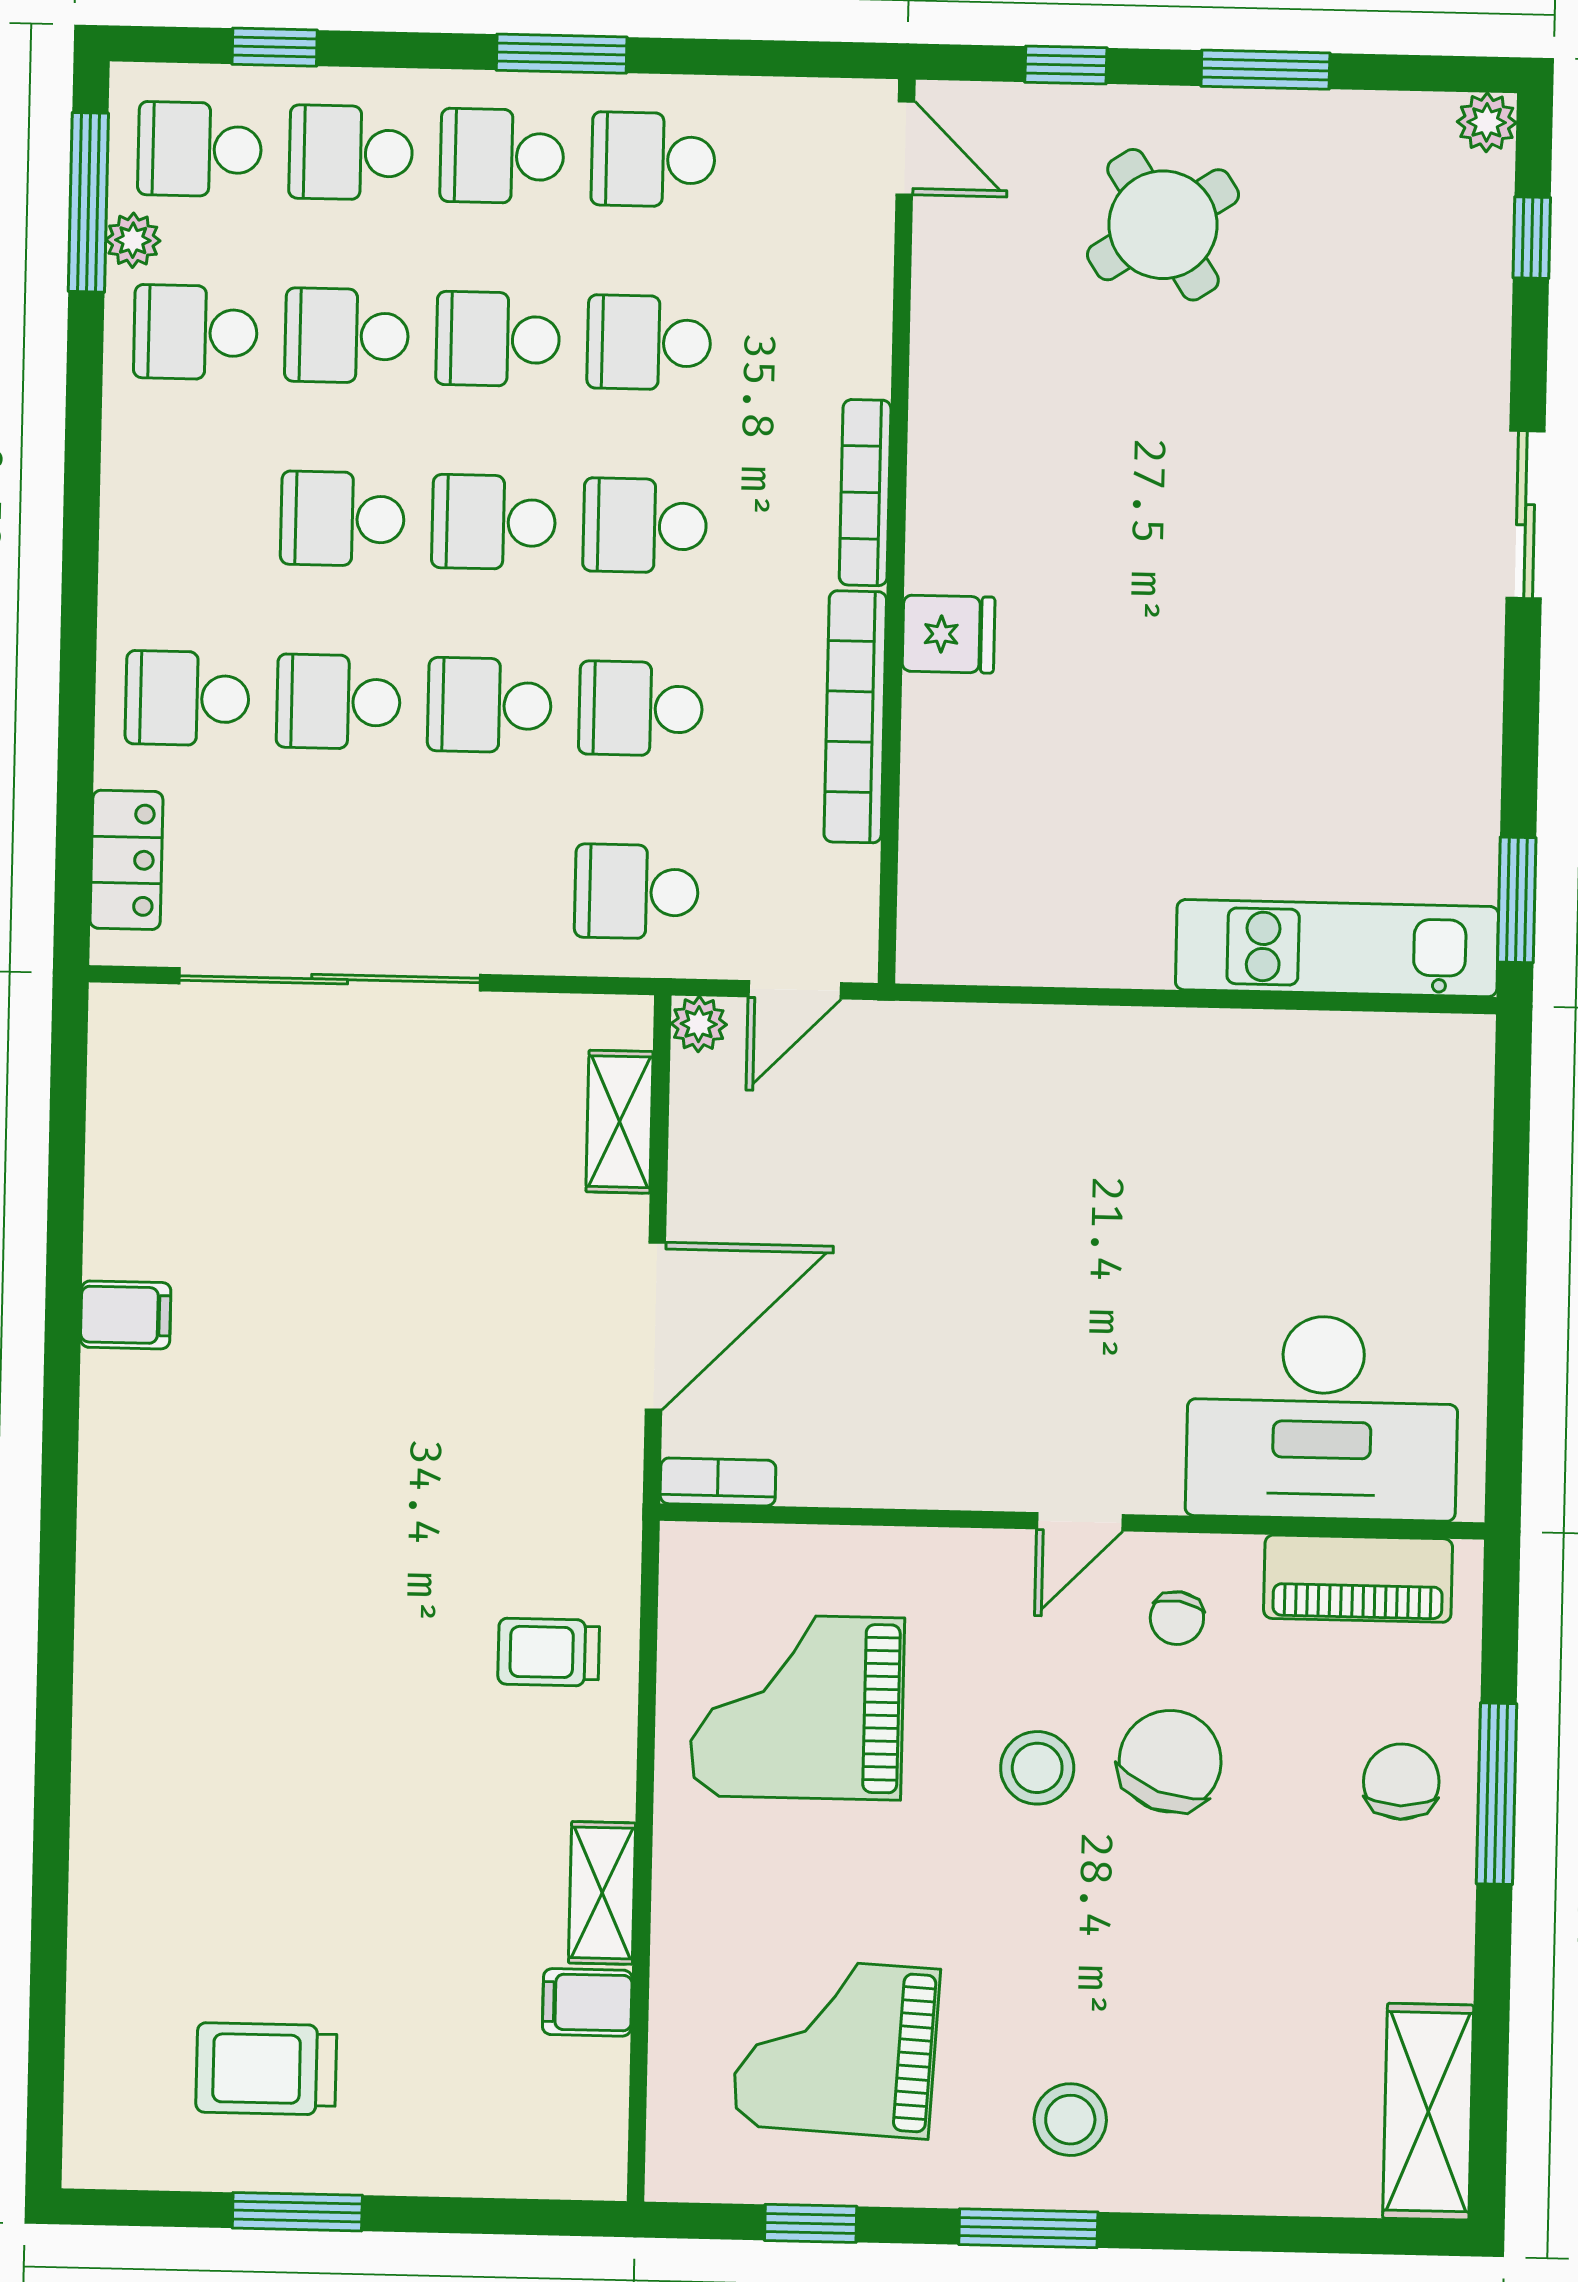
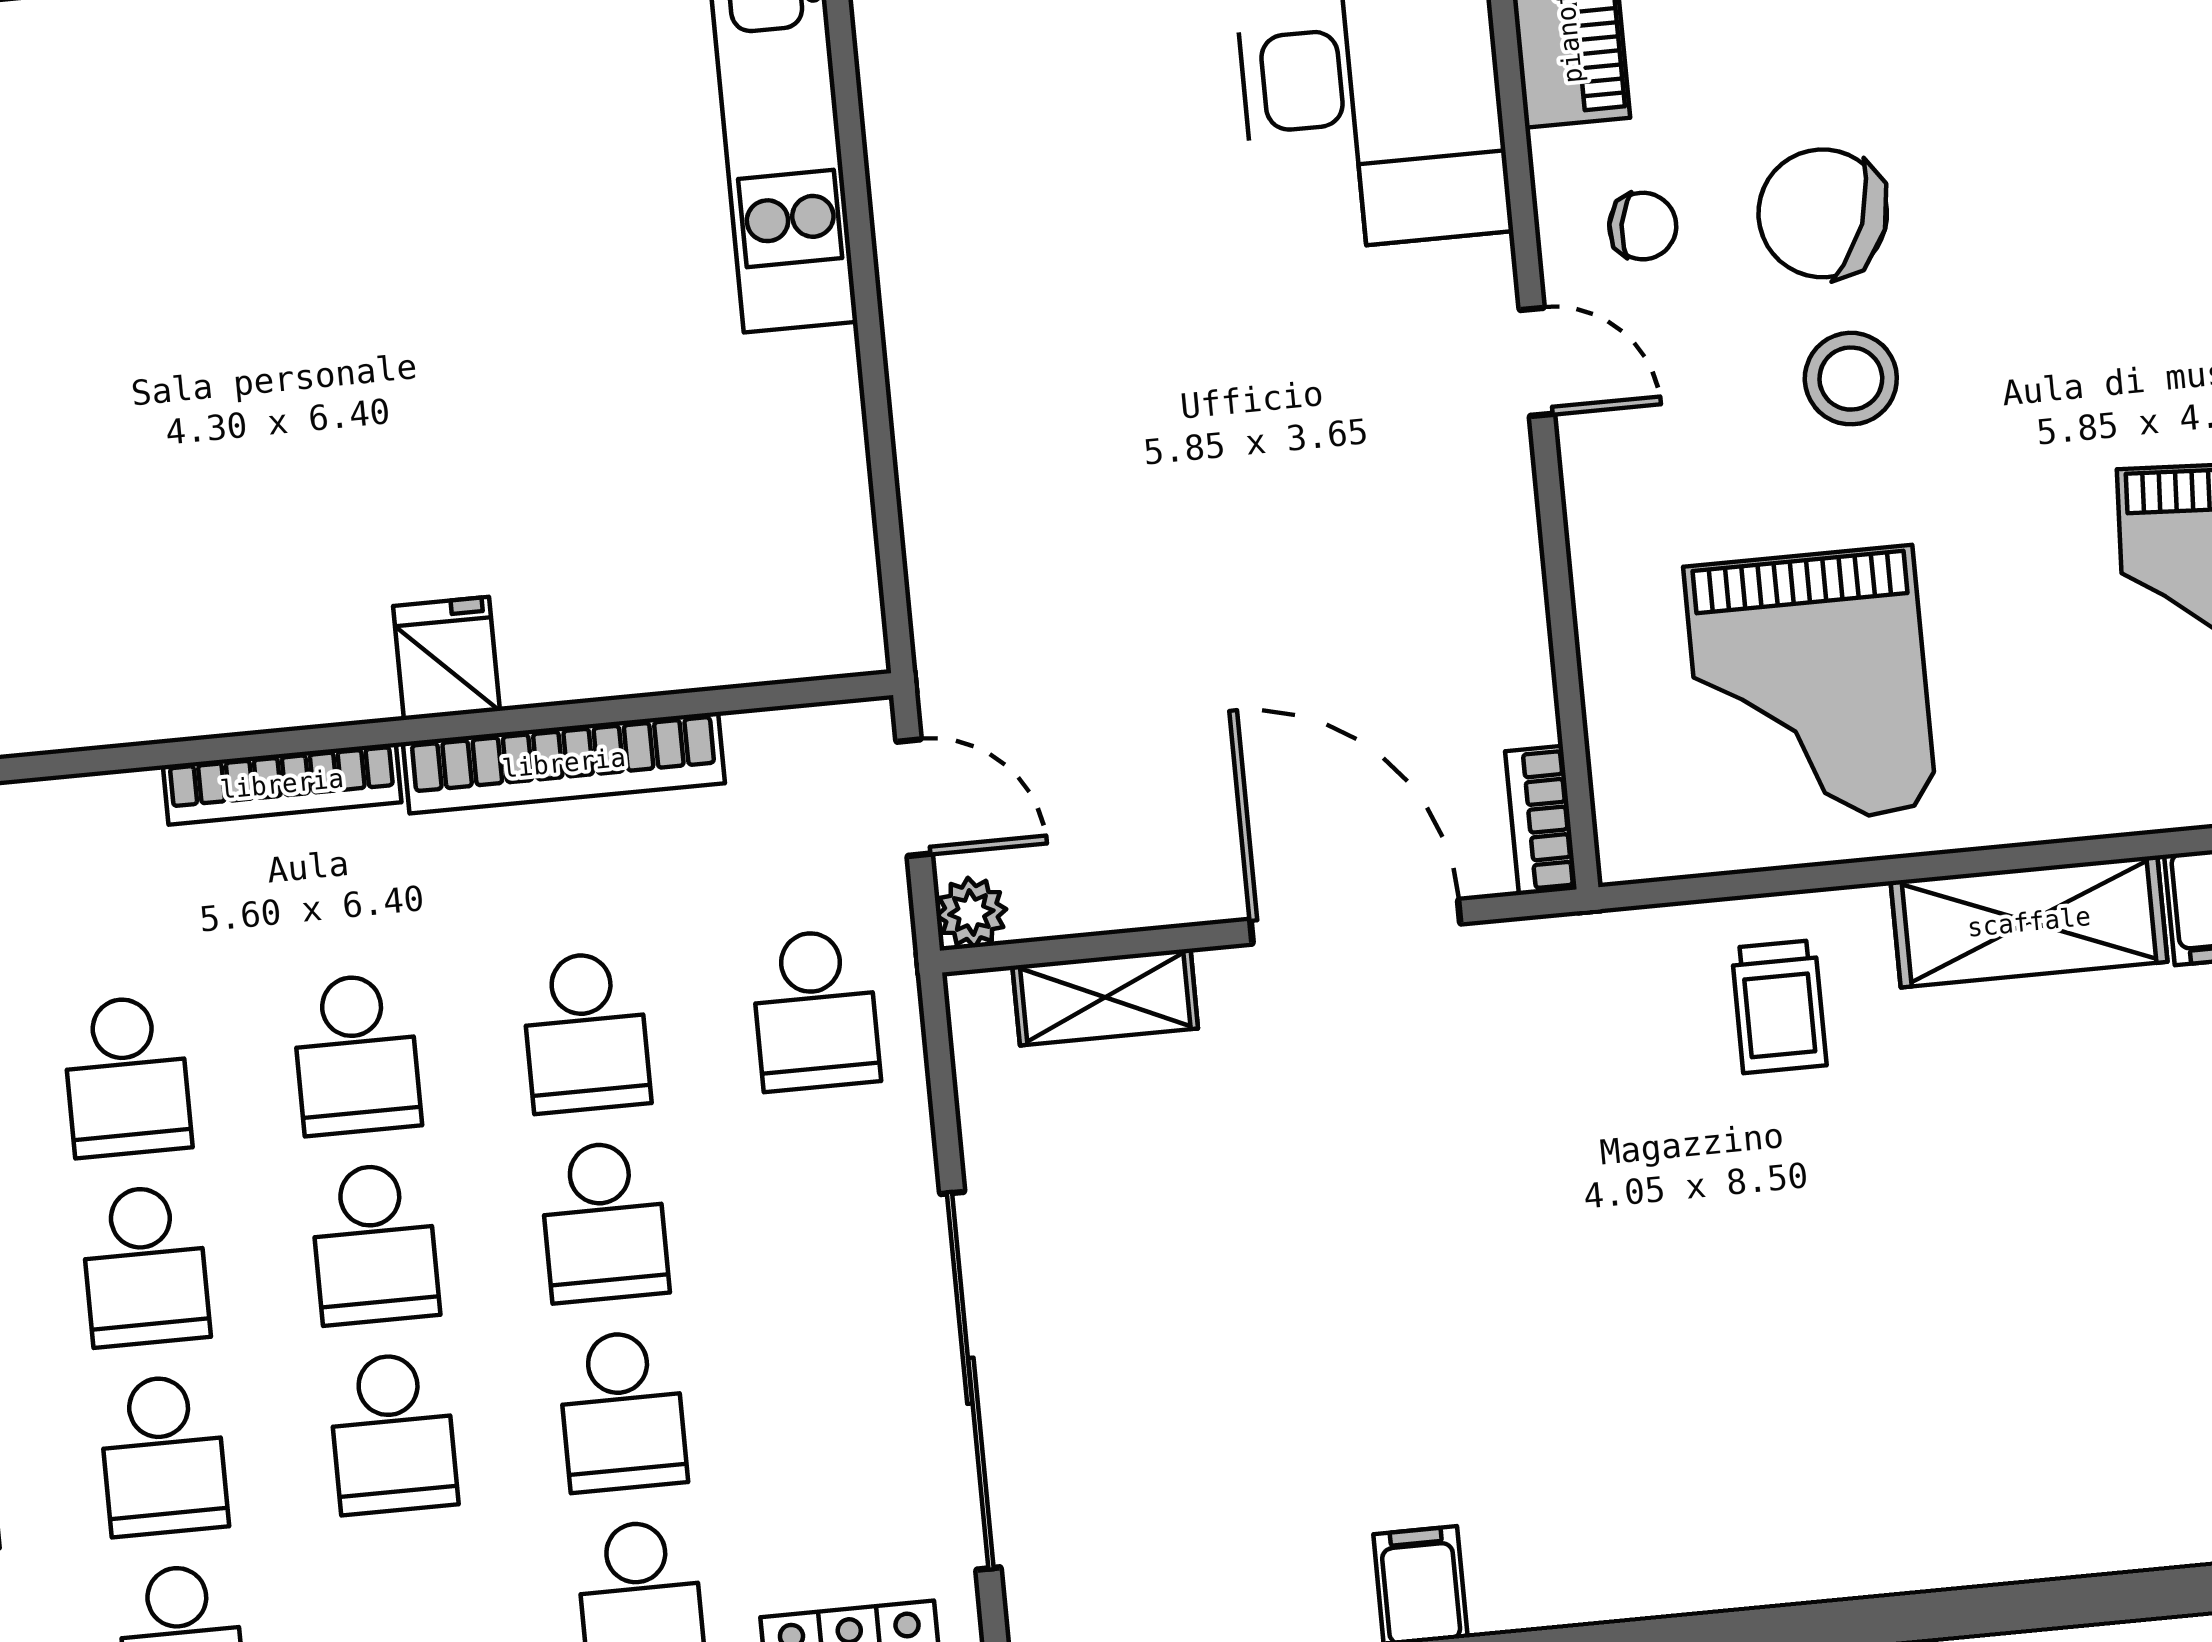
shelving: (602, 1893) -> (2029, 922), width x1.50, depth x1.33

